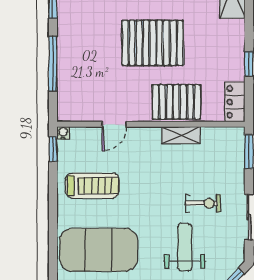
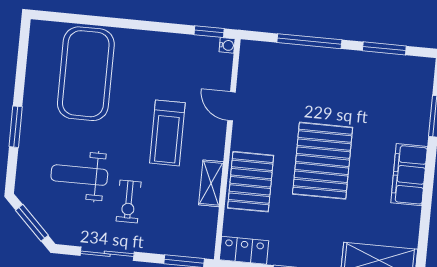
treadmill: (92, 186) -> (167, 133), moved
weight bench: (185, 247) -> (79, 175), turned 180

